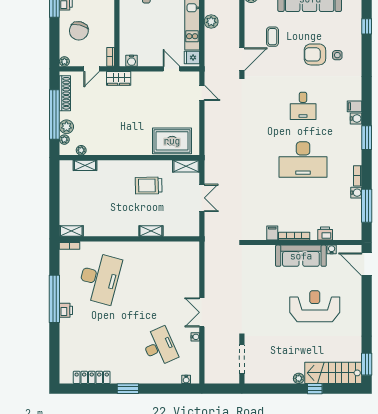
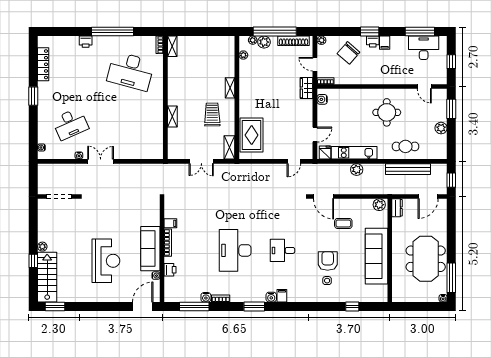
chair: (79, 31) -> (348, 53), turned -63
shelving: (85, 165) -> (230, 88), moved
printer: (66, 310) -> (86, 42), moved

